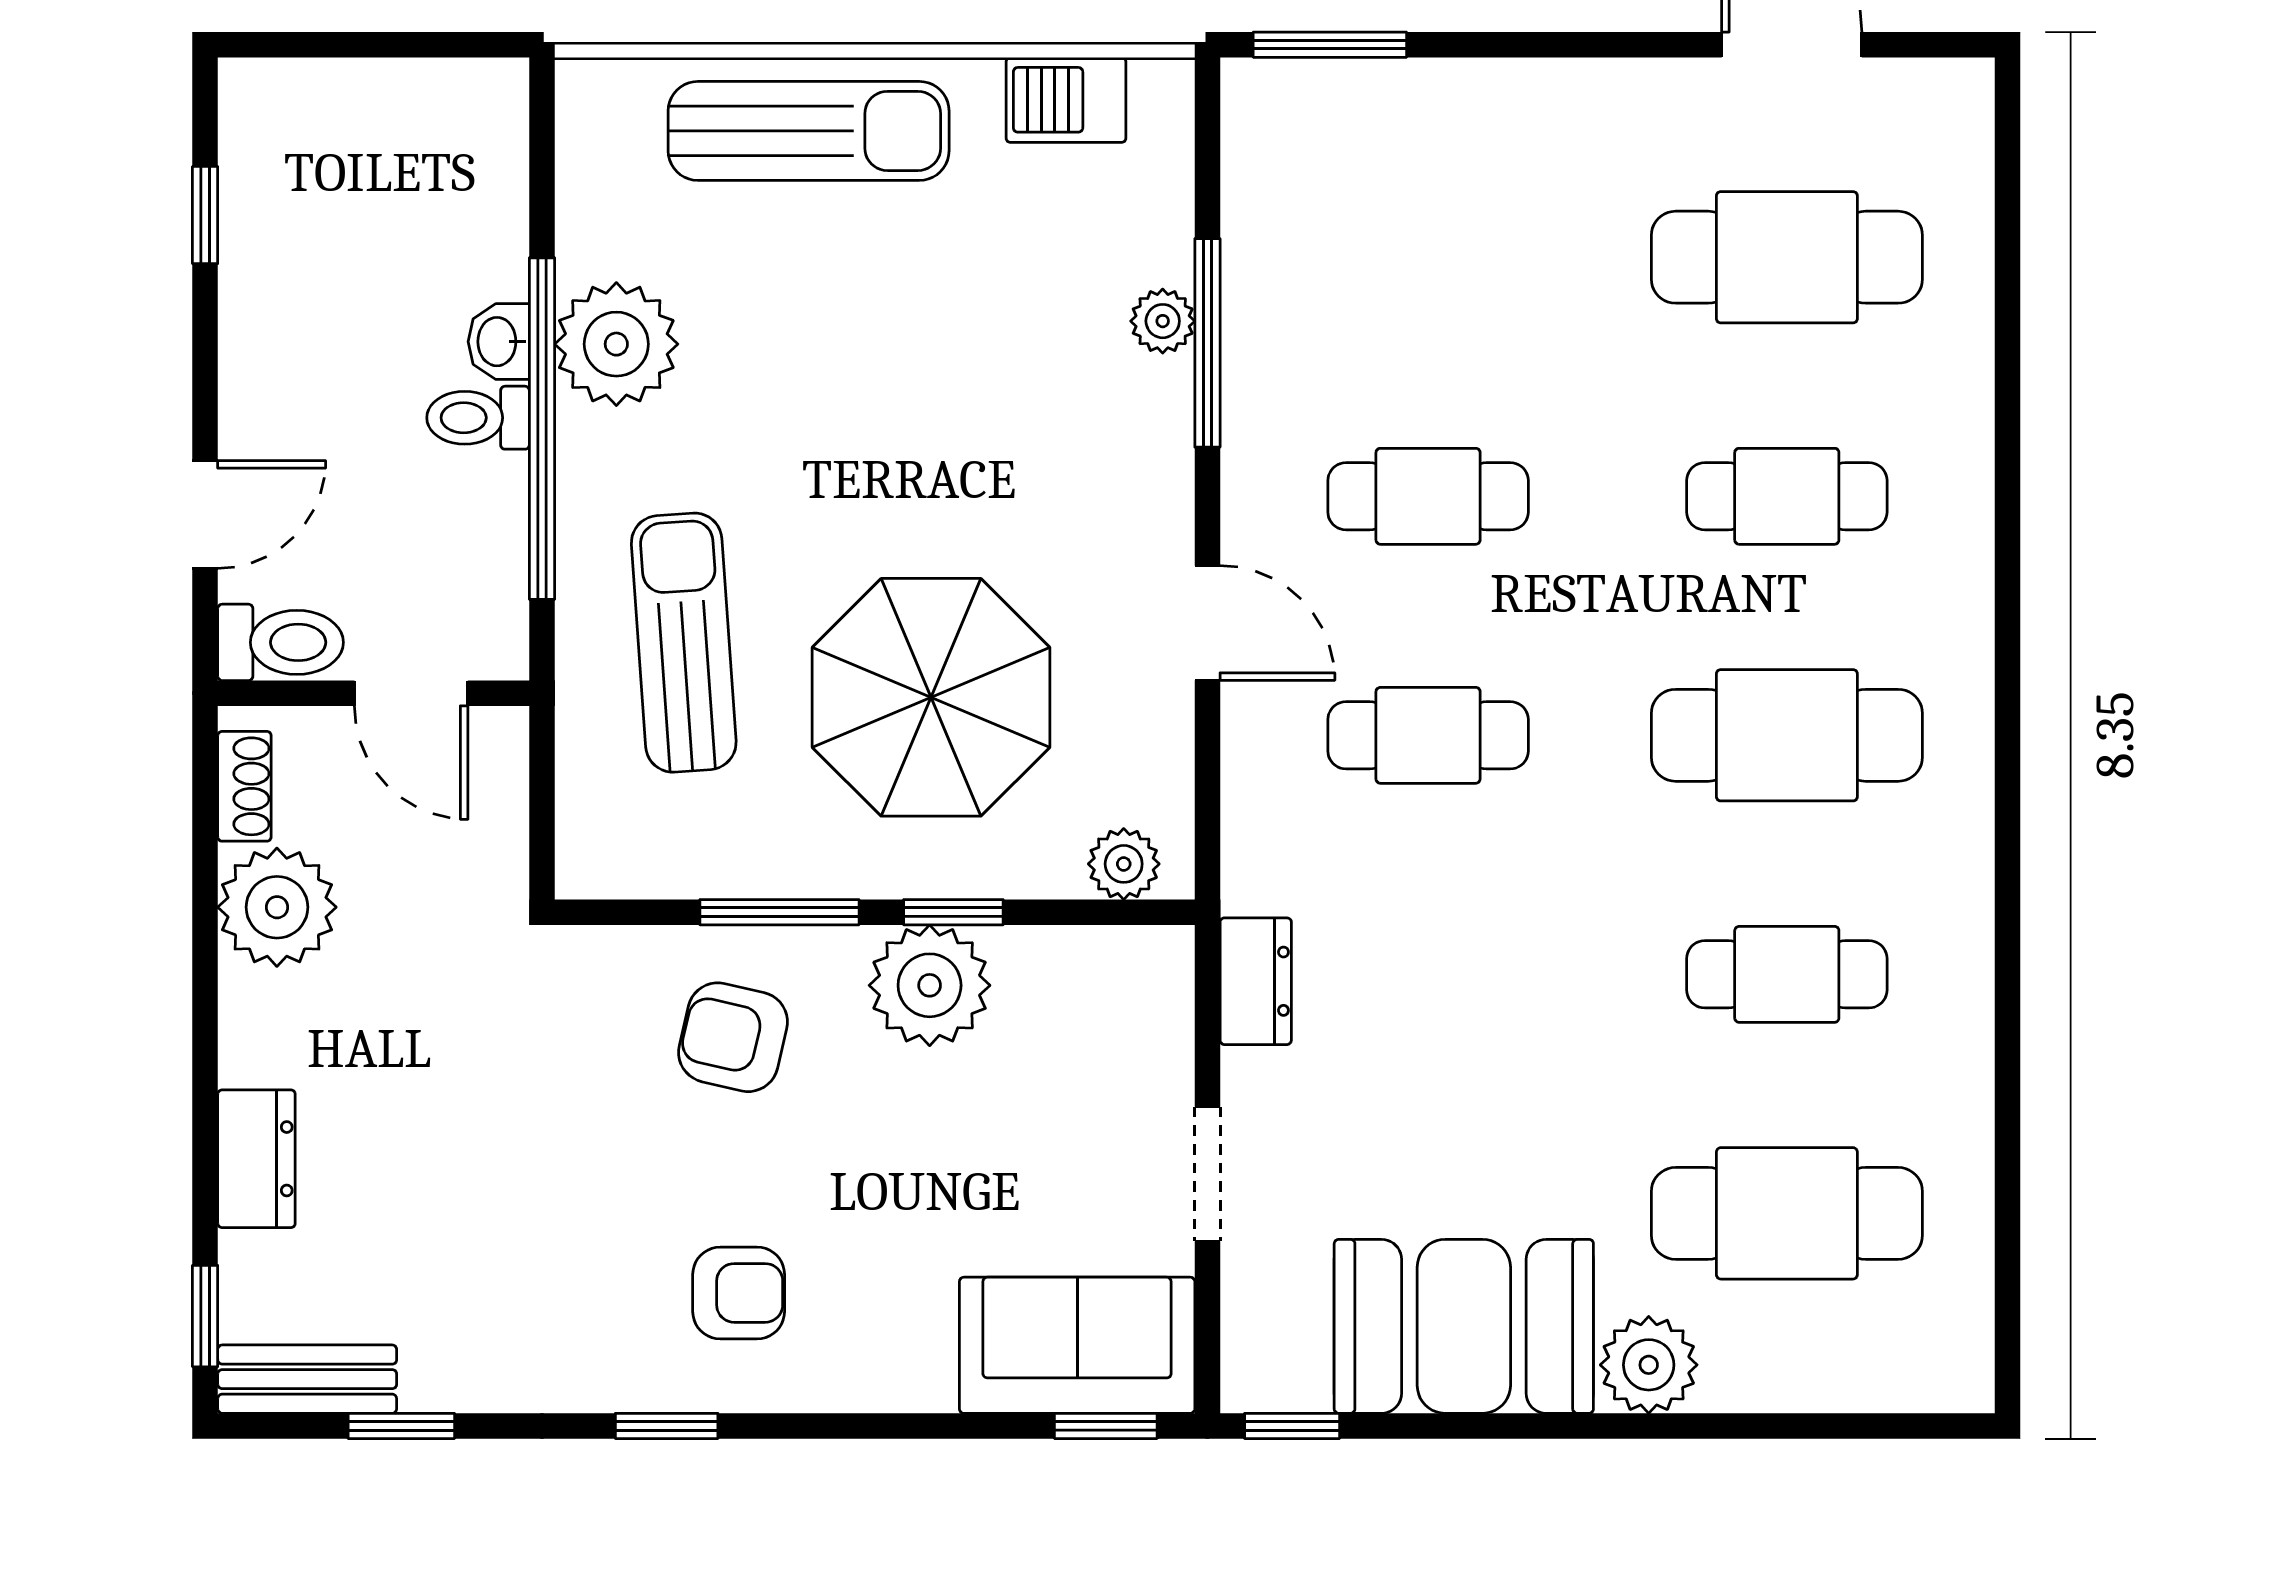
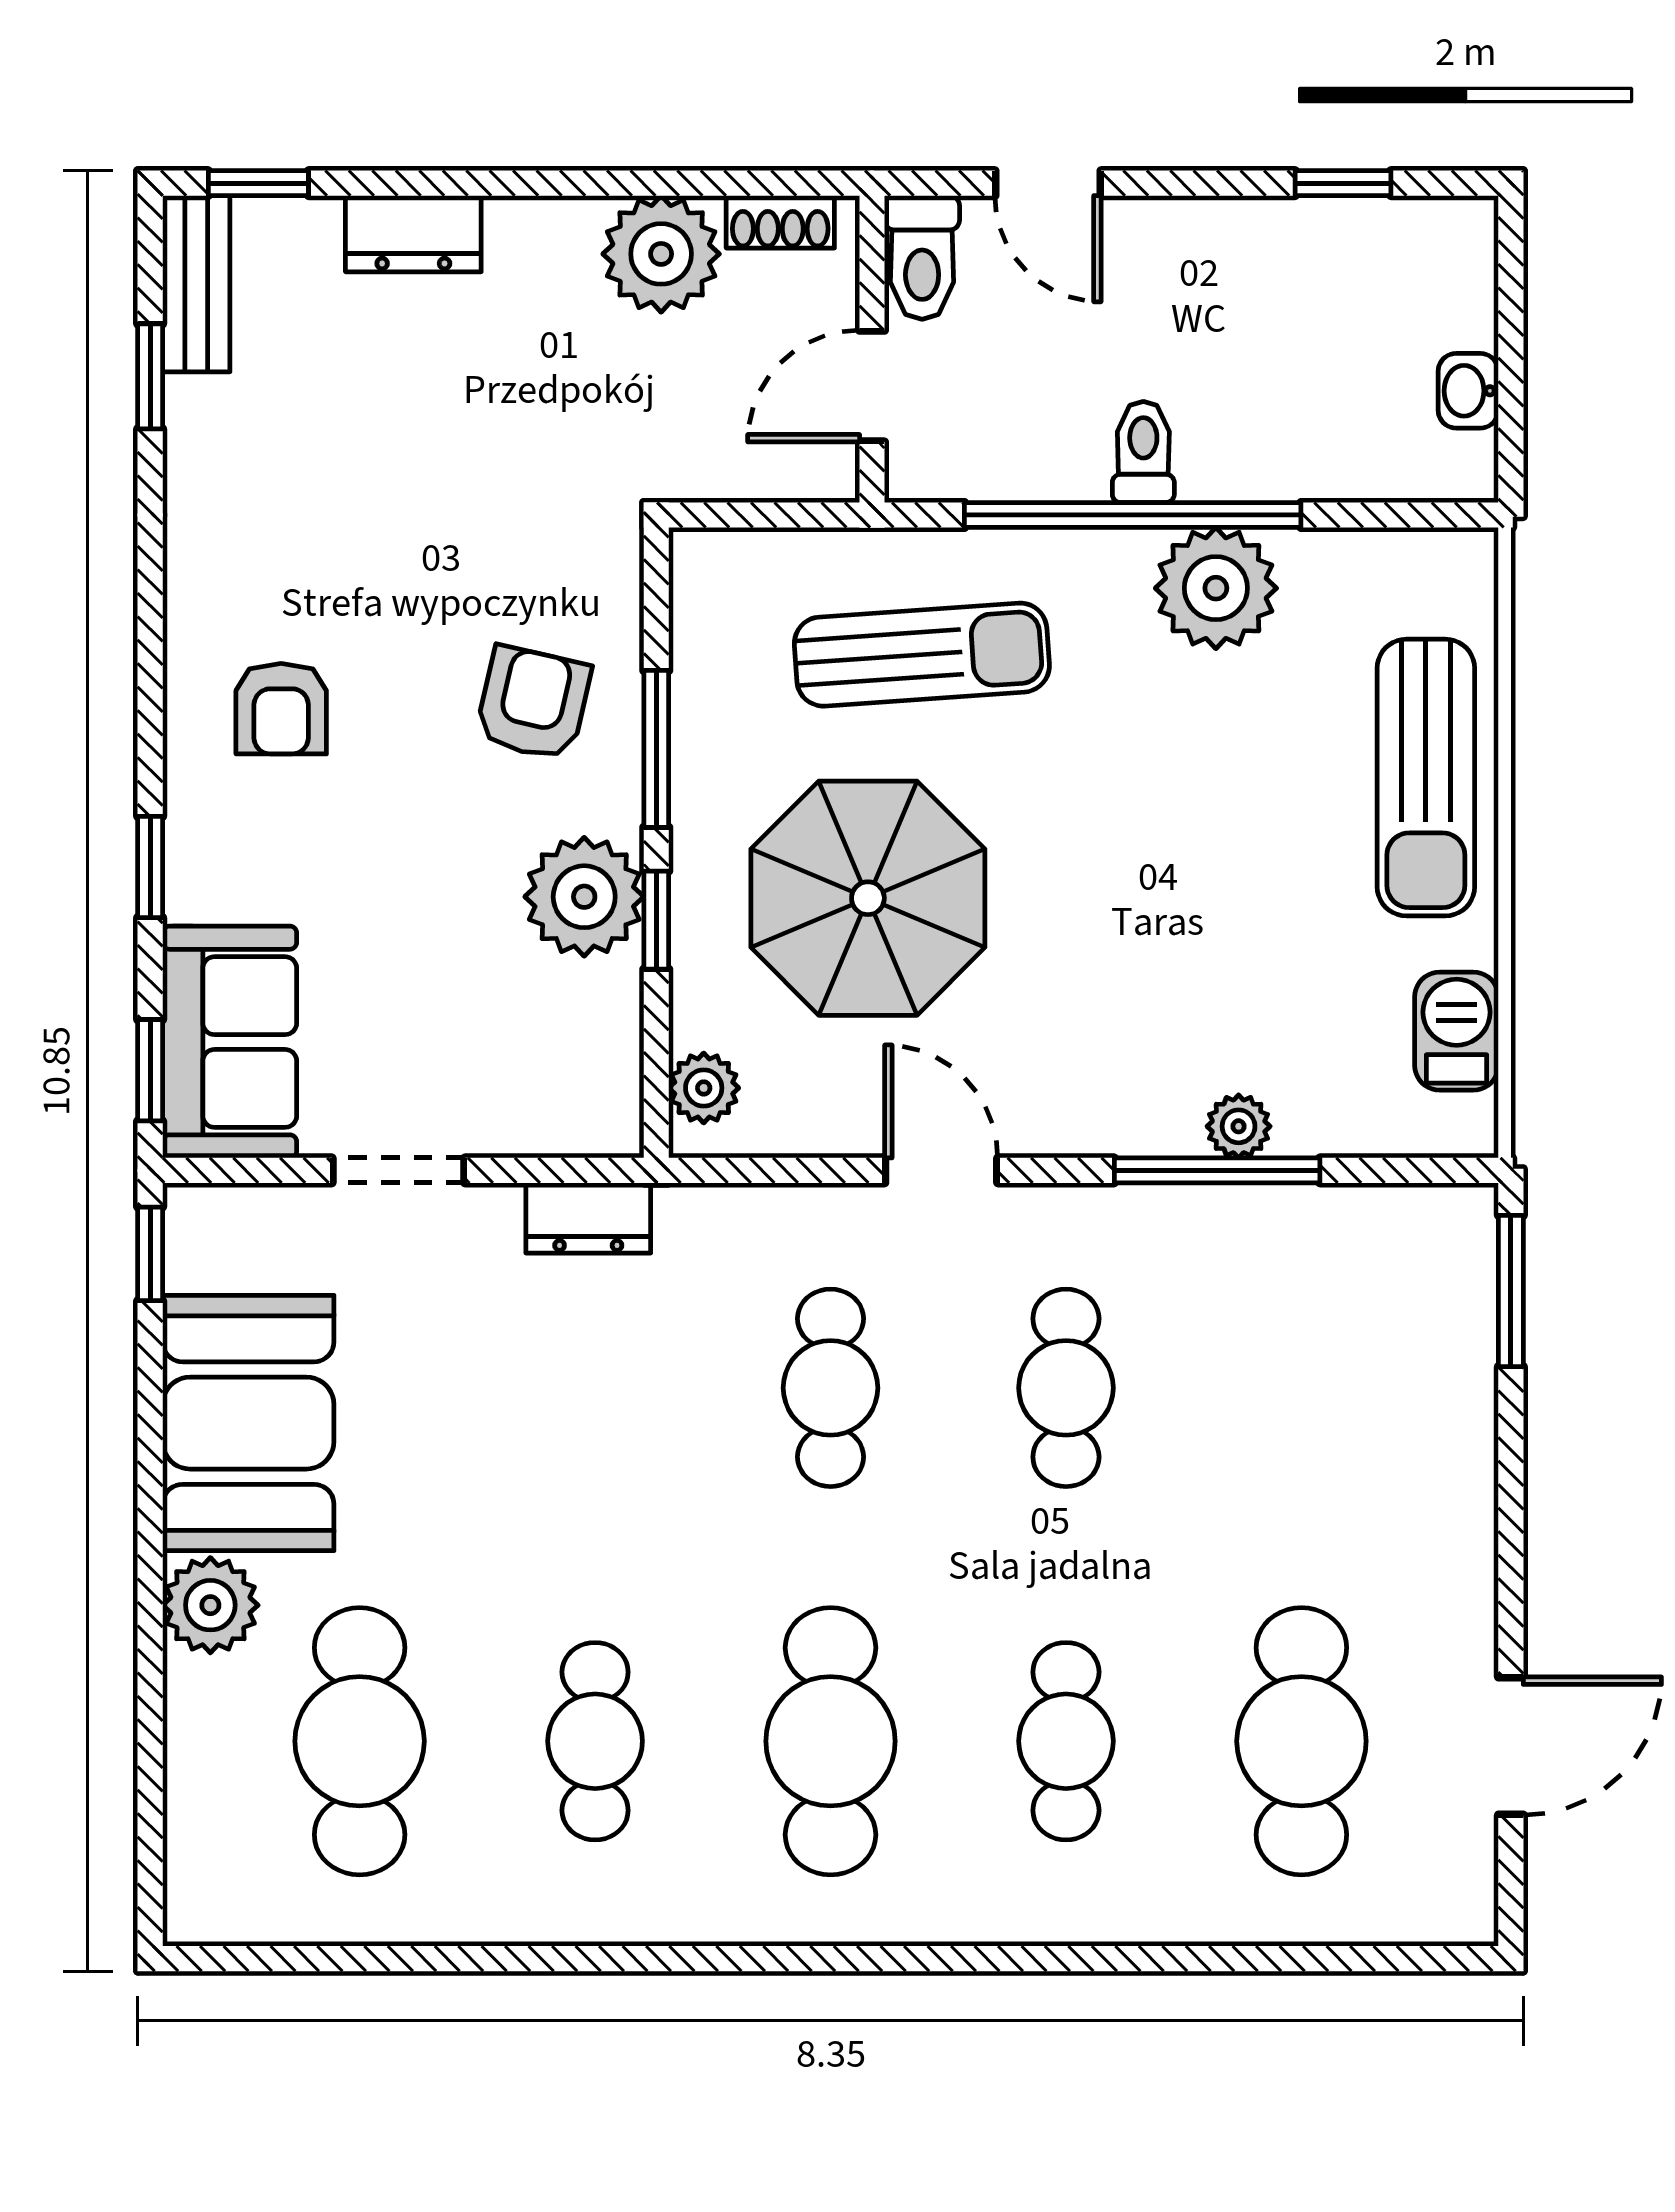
washbasin: (499, 342) -> (1468, 391), moved, turned -90
door: (1207, 623) -> (941, 1170), swing flipped
window: (667, 1426) -> (150, 867), moved

